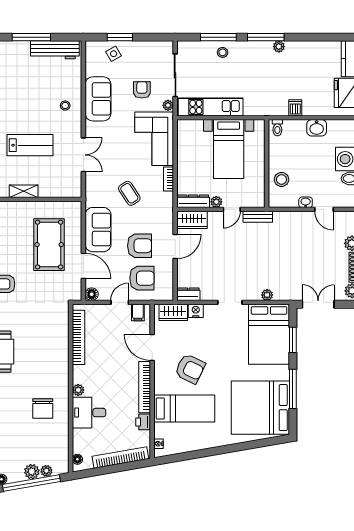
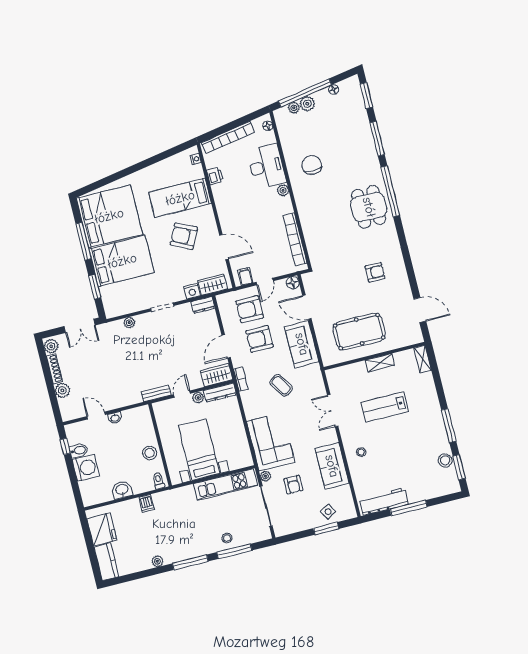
plant: (279, 47) -> (157, 561), moved
bookcase: (169, 179) -> (241, 379), moved
stool: (281, 179) -> (150, 453), moved
pool table: (49, 245) -> (359, 332), moved, turned 90
bed: (269, 334) -> (122, 261), moved, turned 90
bookcase: (145, 387) -> (222, 208), removed
desk: (89, 413) -> (266, 167), width x1.37

